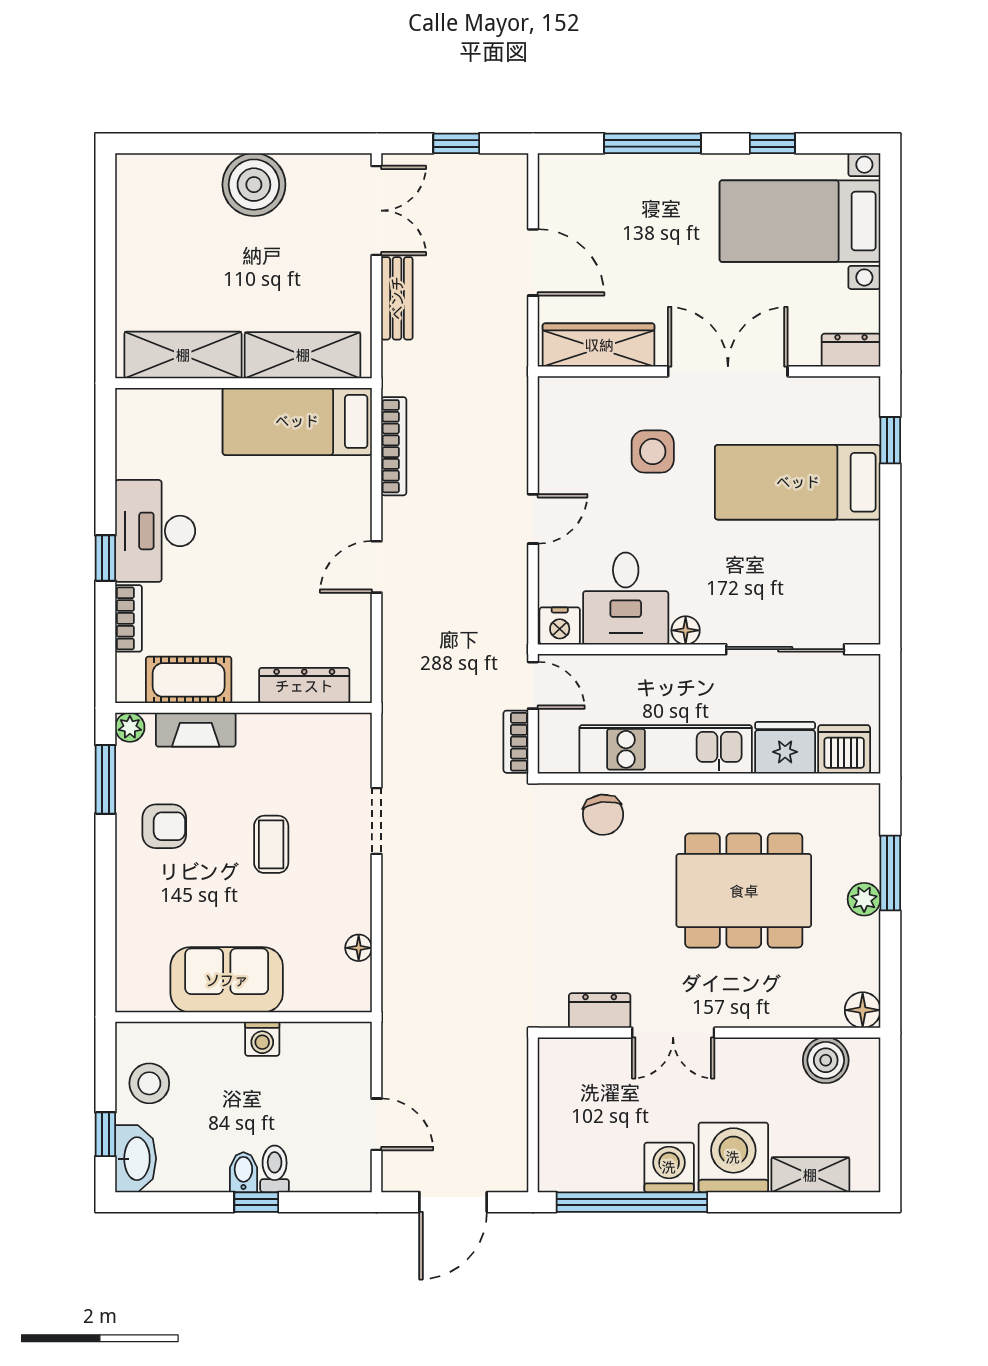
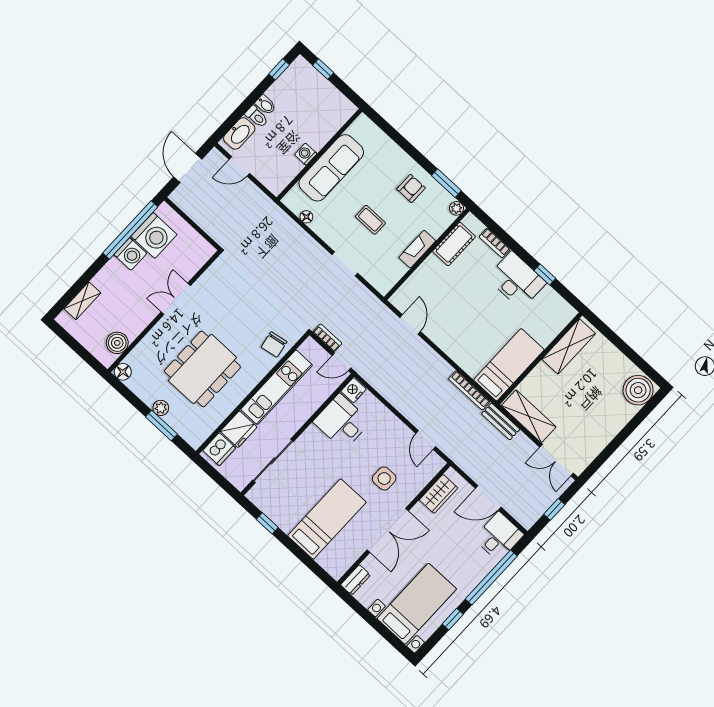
window: (653, 143) -> (491, 578), width x1.46
boiler: (254, 185) -> (638, 390), moved
desk: (578, 191) -> (499, 537), added
bench: (397, 298) -> (501, 421), moved
wardrobe: (599, 345) -> (439, 494), width x0.67
shelving: (303, 355) -> (529, 416), moved, turned 90
window: (890, 440) -> (267, 523), moved
door: (533, 519) -> (426, 440), moved
window: (105, 558) -> (545, 275), moved
door: (377, 567) -> (410, 324), moved
floor lamp: (686, 630) -> (311, 432), removed
dresser: (304, 686) -> (415, 282), removed
fireplace: (196, 730) -> (417, 249), moved
chair: (603, 815) -> (274, 344), turned -93
armchair: (164, 826) -> (411, 188), turned 180
sofa: (227, 980) -> (331, 168), width x1.36
dresser: (600, 1011) -> (207, 280), removed
stool: (149, 1083) -> (327, 101), removed
washing machine: (733, 1157) -> (154, 235), moved
washbasin: (136, 1159) -> (239, 133), moved, turned -90
window: (256, 1202) -> (279, 69), moved

